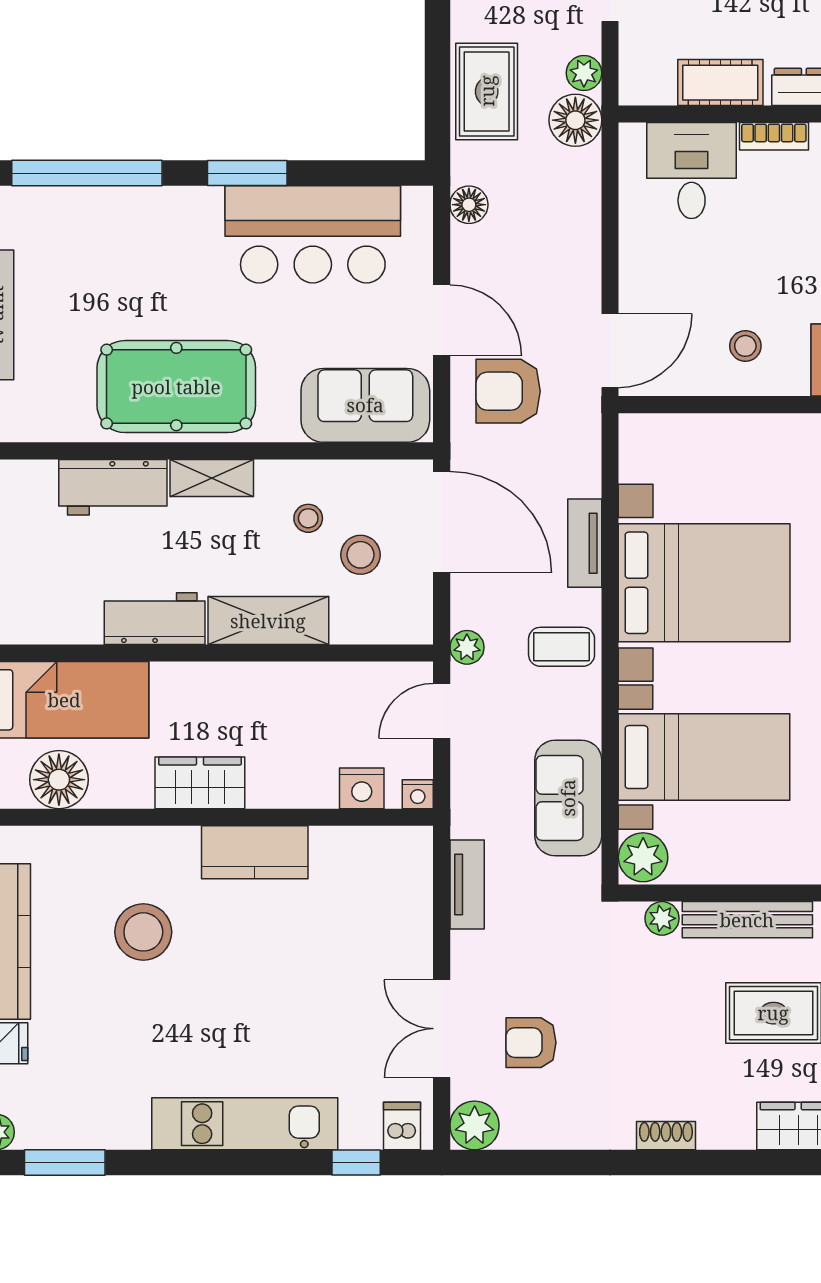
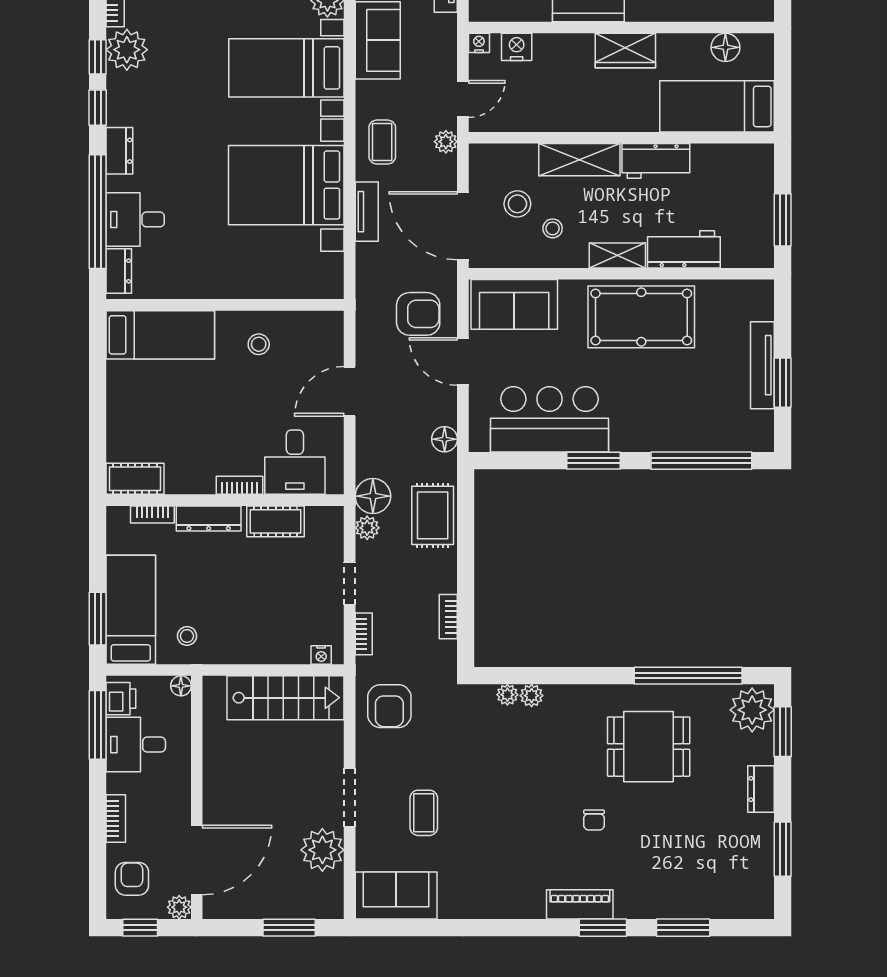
door: (610, 351) -> (350, 391), moved
coffee table: (562, 647) -> (382, 142), turned 90
floor lamp: (59, 780) -> (725, 47), width x0.73, depth x0.73

